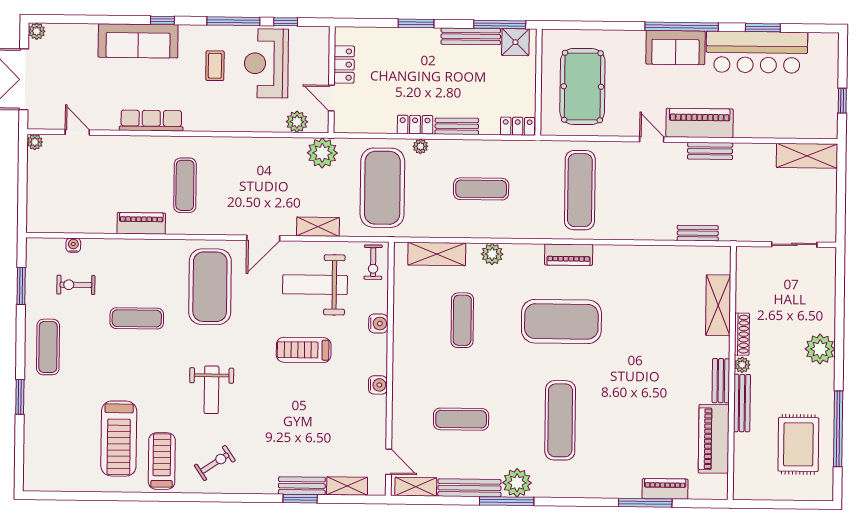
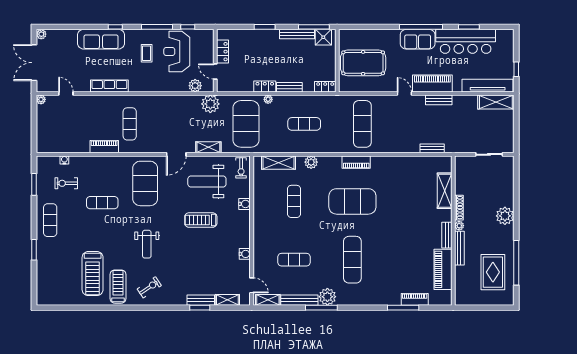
pool table: (582, 87) -> (363, 63), turned 90
tv unit: (793, 128) -> (488, 86), added
water cooler: (378, 385) -> (245, 254), moved

